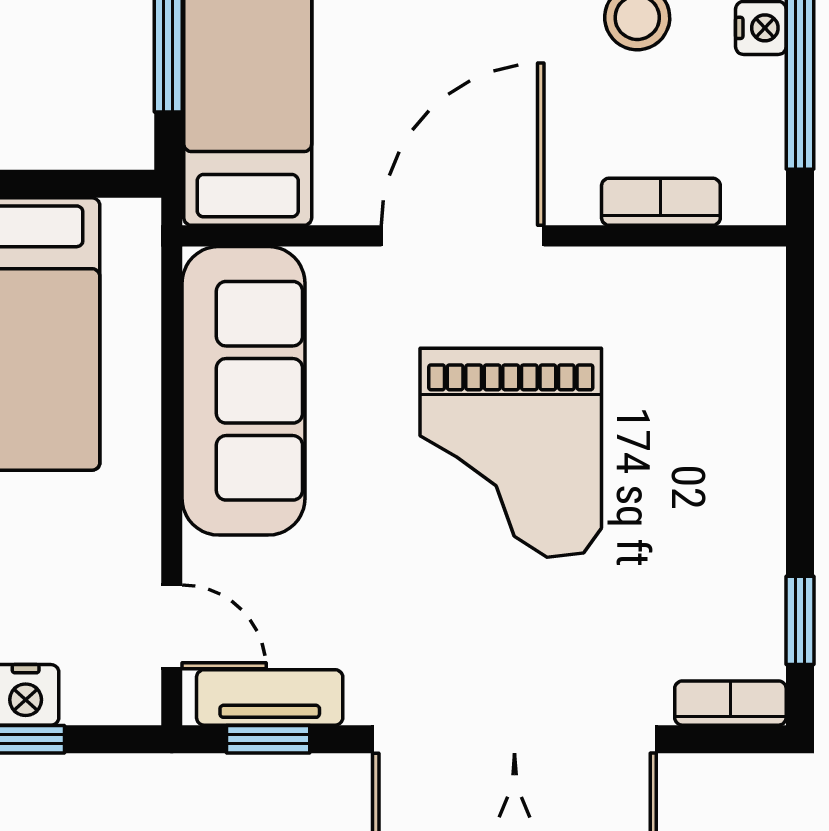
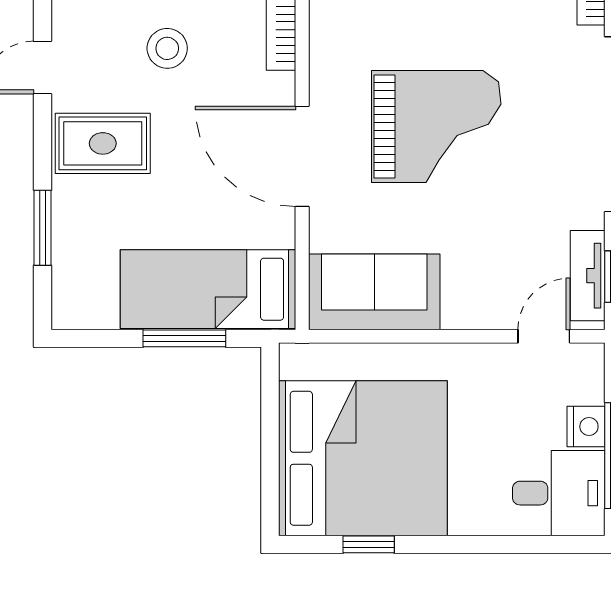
sofa: (243, 391) -> (374, 292), width x0.73

